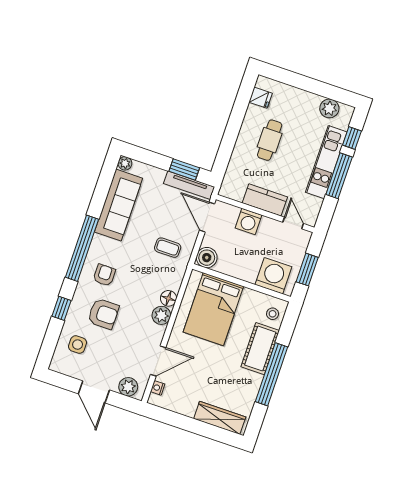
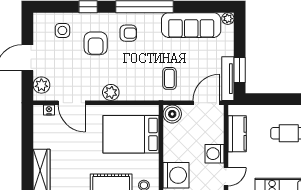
kitchen counter: (265, 200) -> (237, 134), moved
washing machine: (249, 222) -> (214, 154), moved
floor lamp: (168, 298) -> (127, 94), removed

